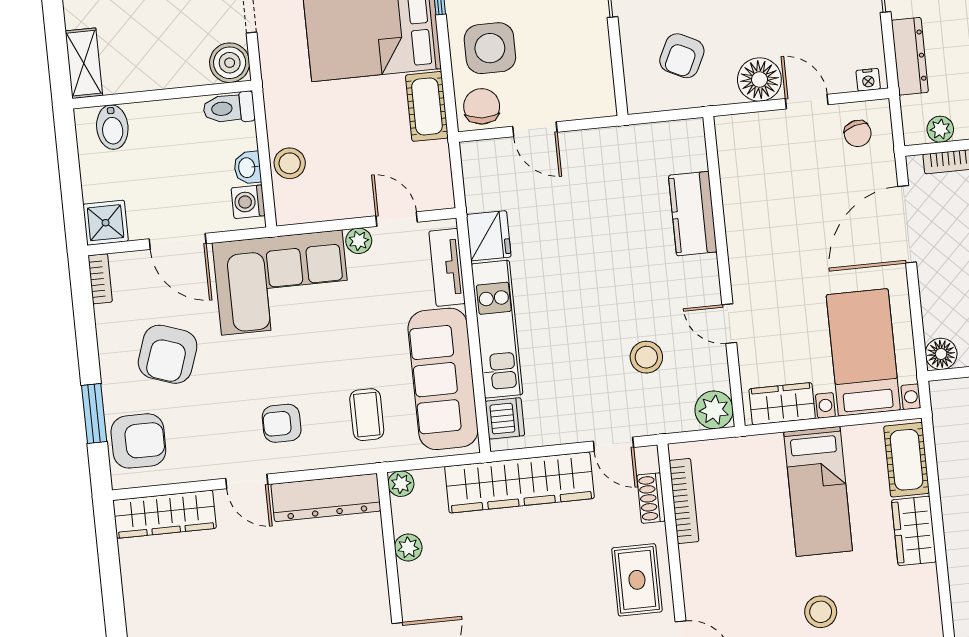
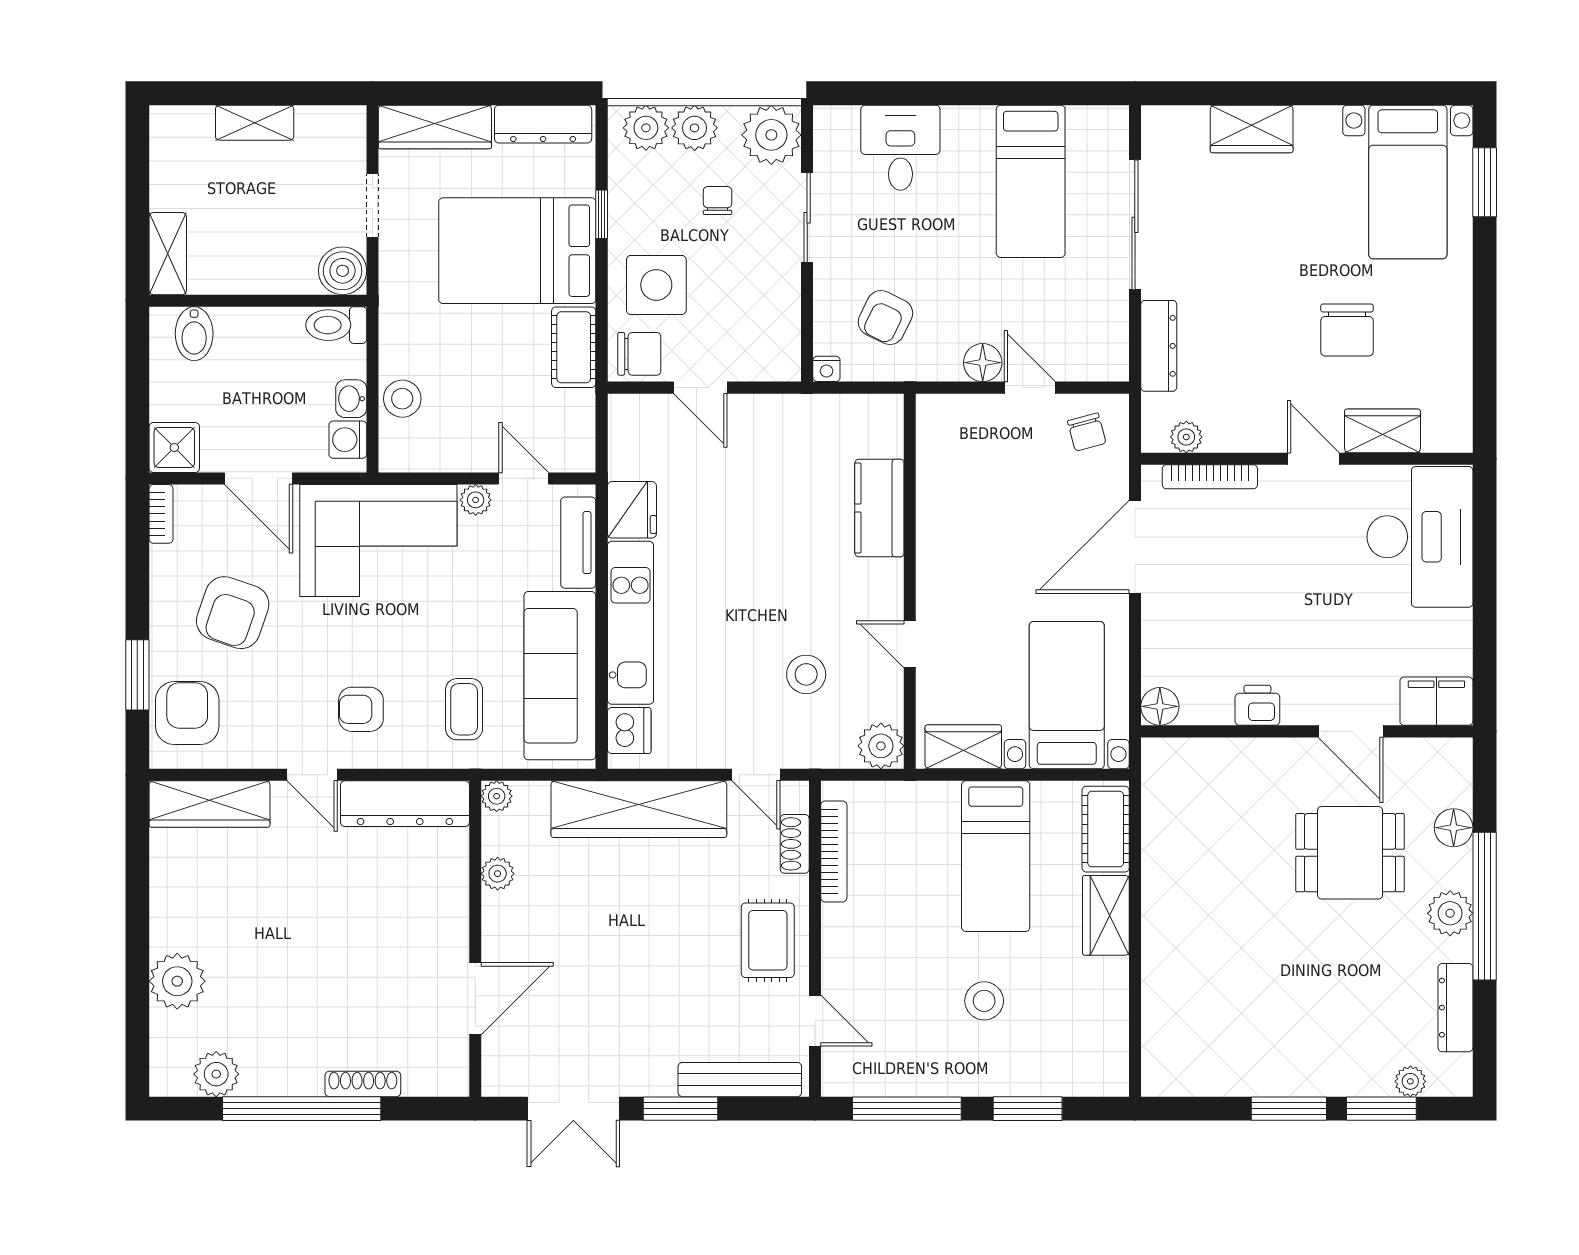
floor lamp: (759, 80) -> (983, 363), width x0.73, depth x0.73
nightstand: (868, 80) -> (826, 369), moved
chair: (482, 106) -> (639, 354), turned 87
armchair: (138, 441) -> (187, 713), turned -90

